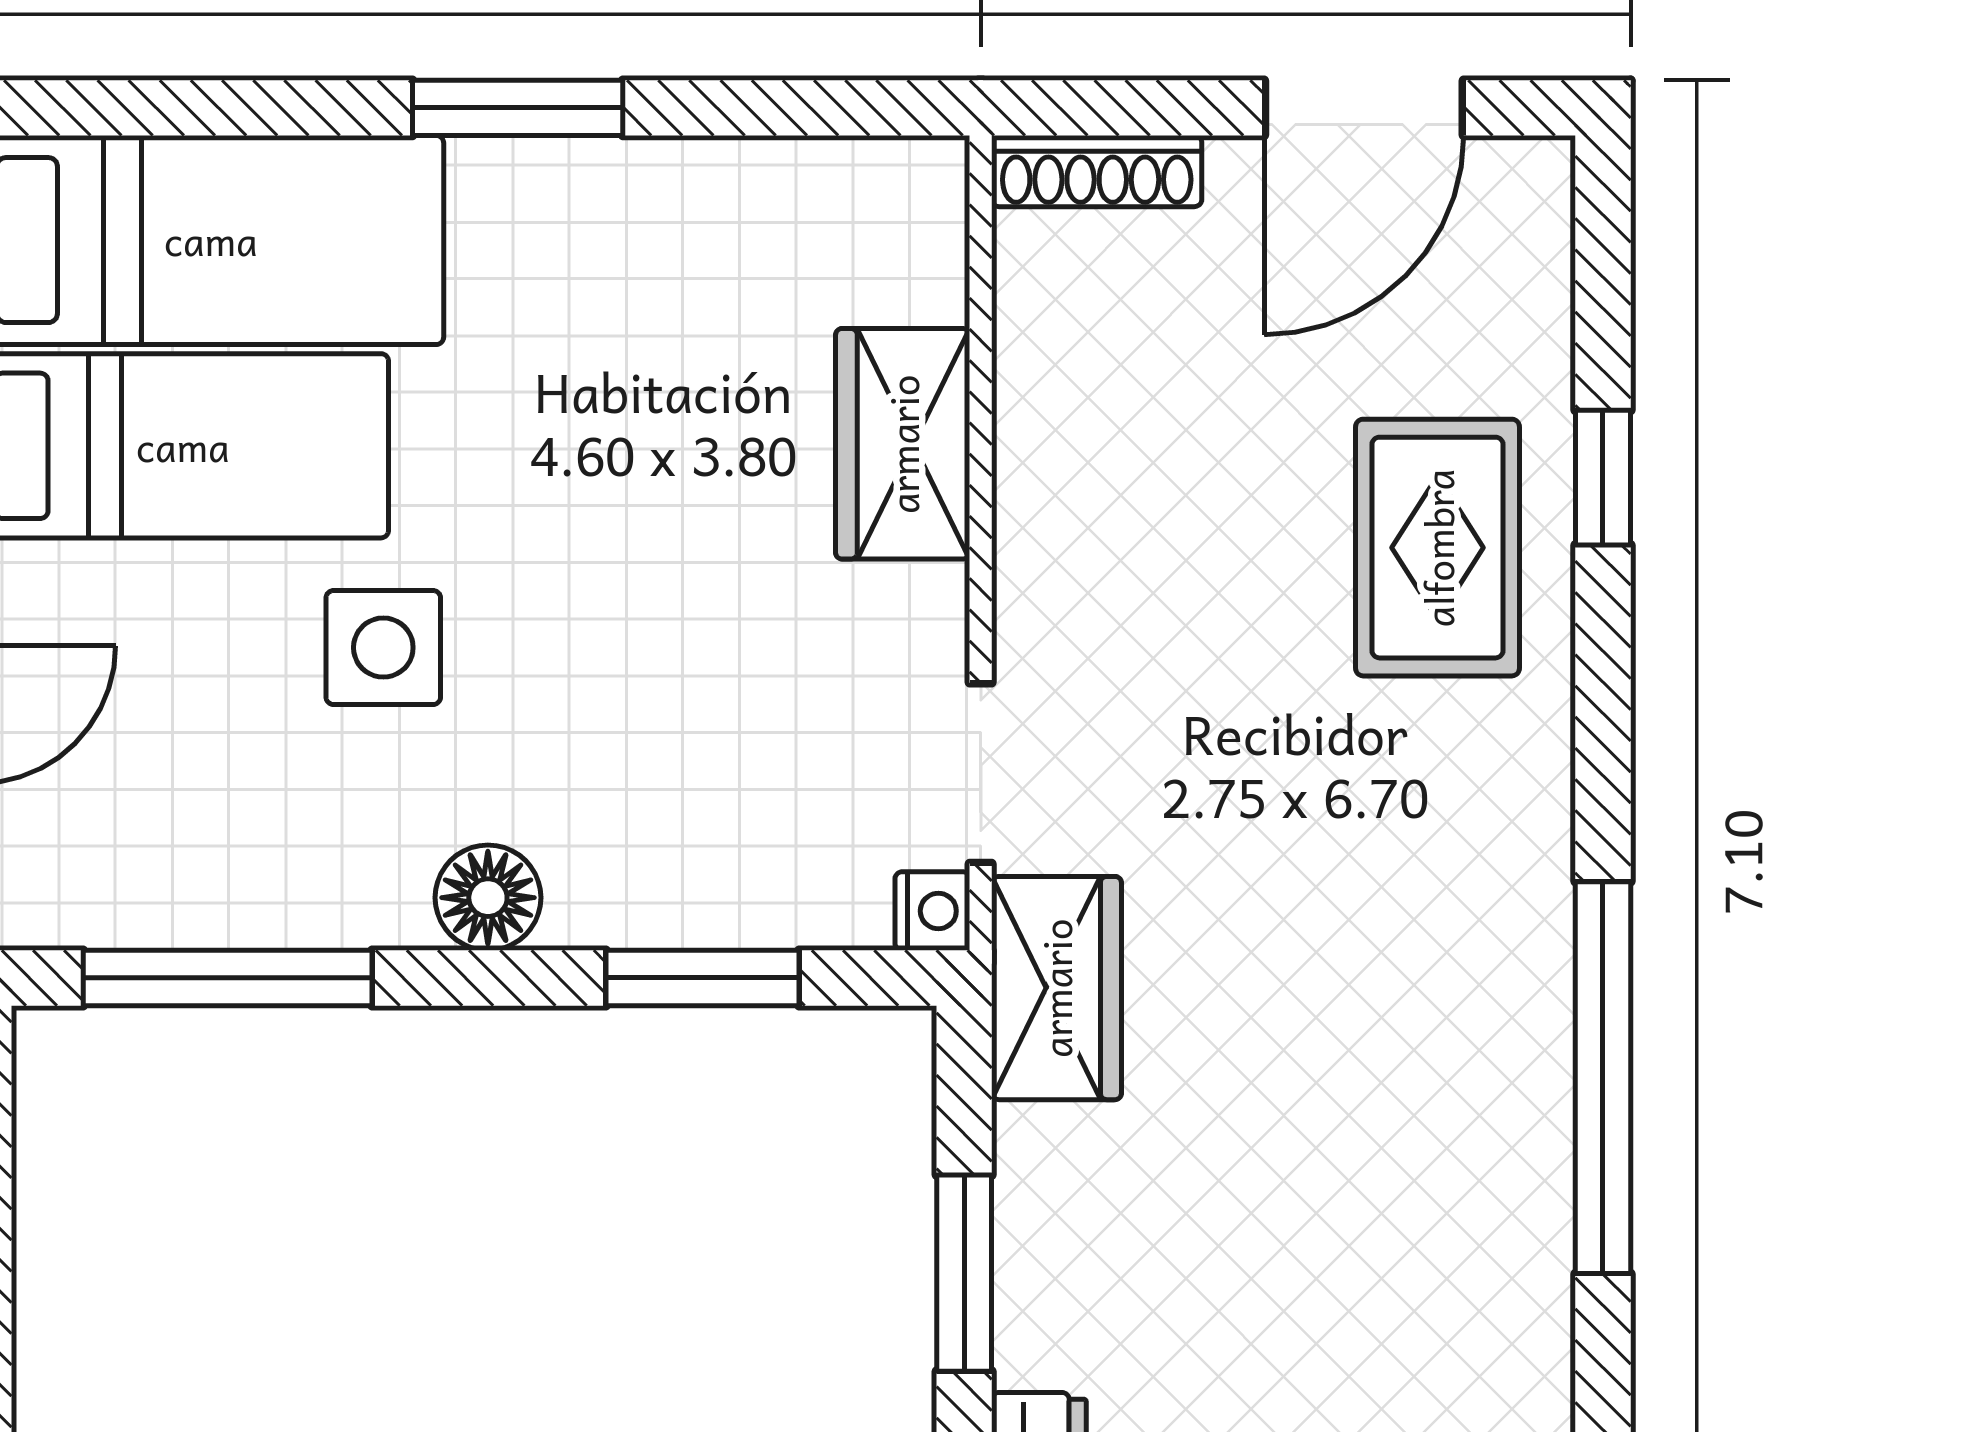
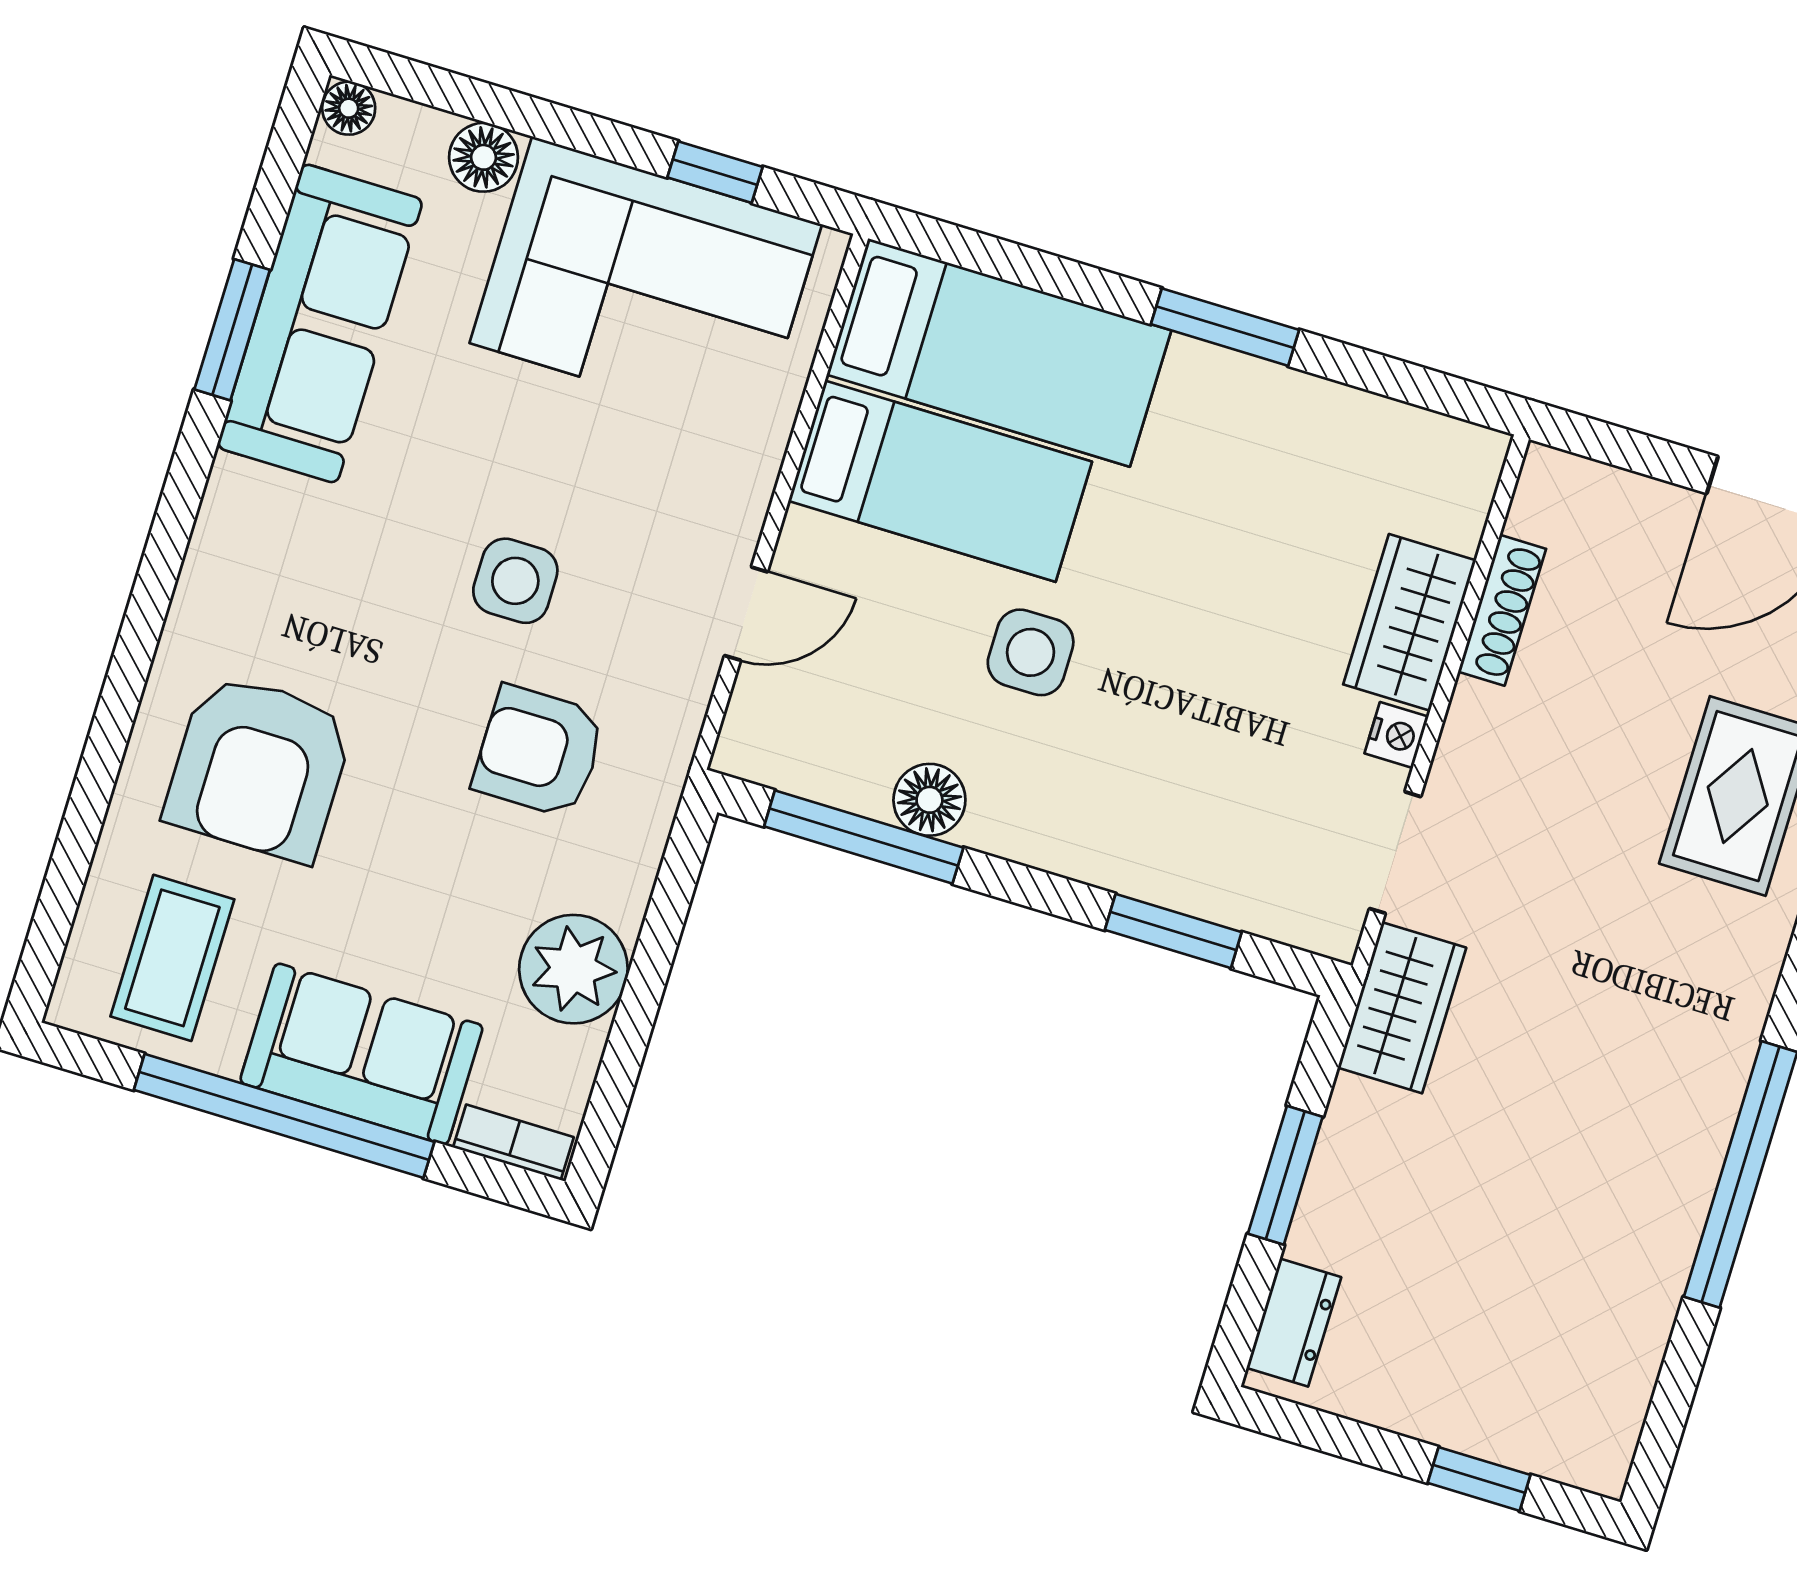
shoe rack: (1097, 171) -> (1502, 610), moved, turned -90
floor lamp: (488, 898) -> (929, 800), moved
nightstand: (932, 911) -> (1396, 735), moved

